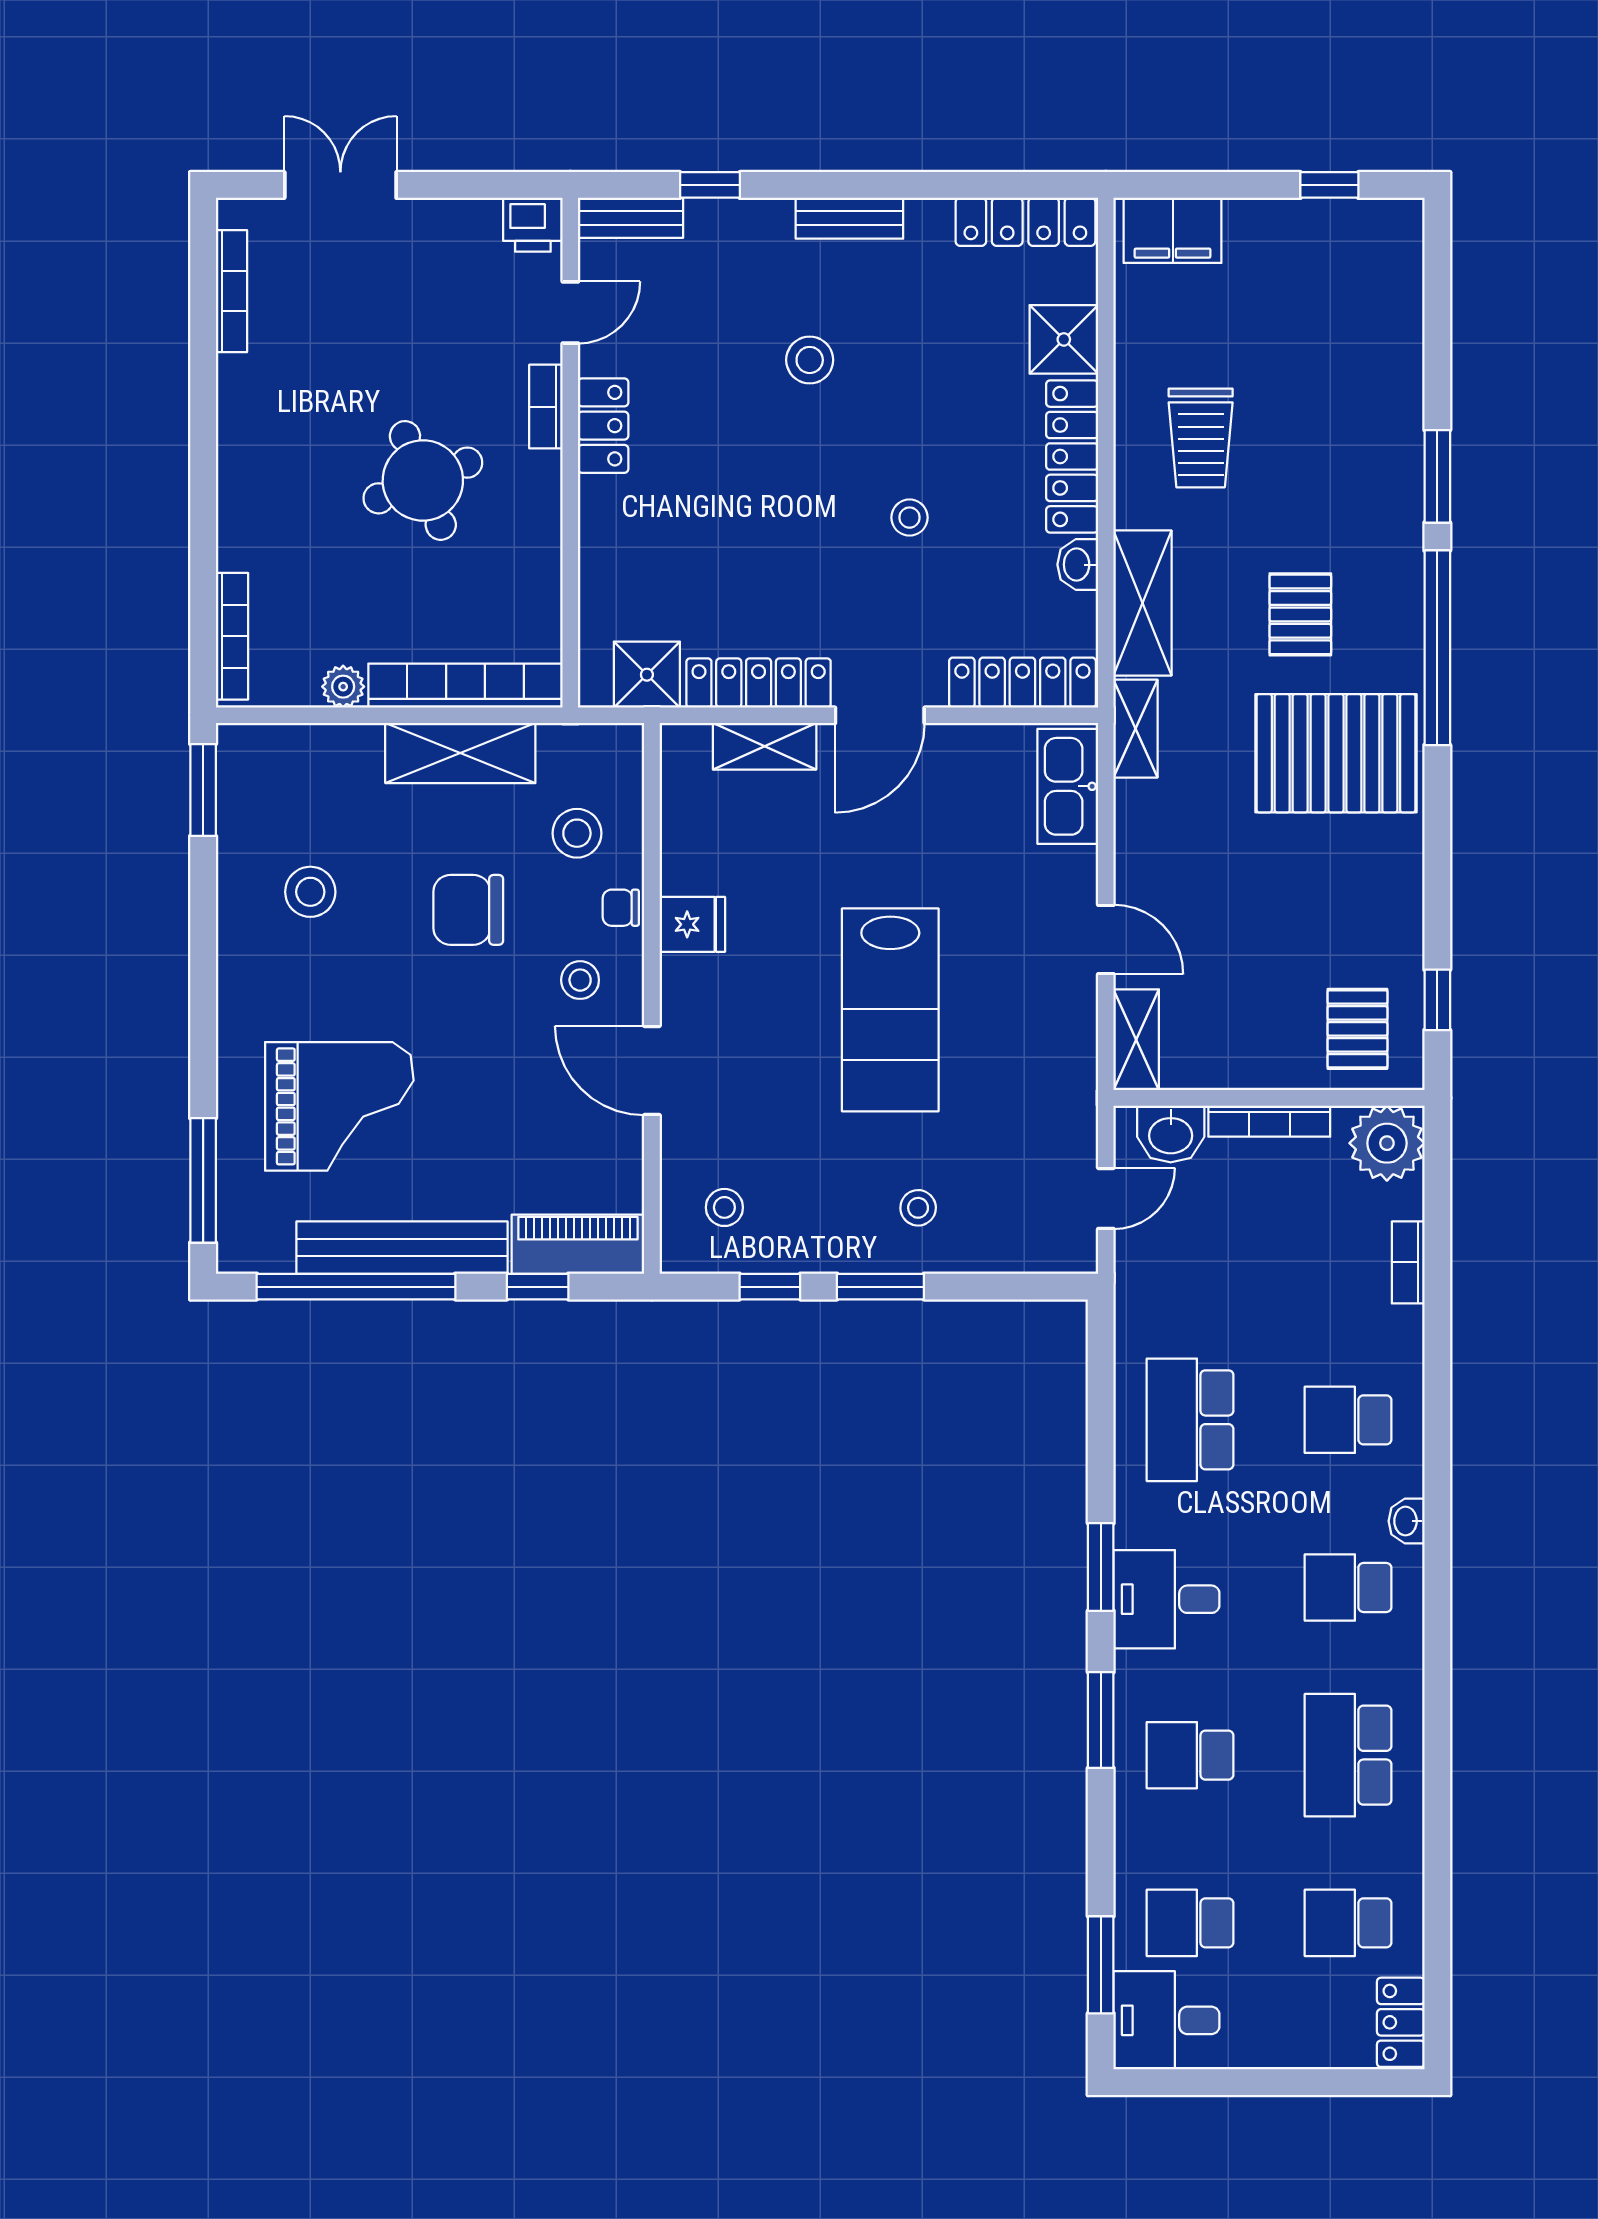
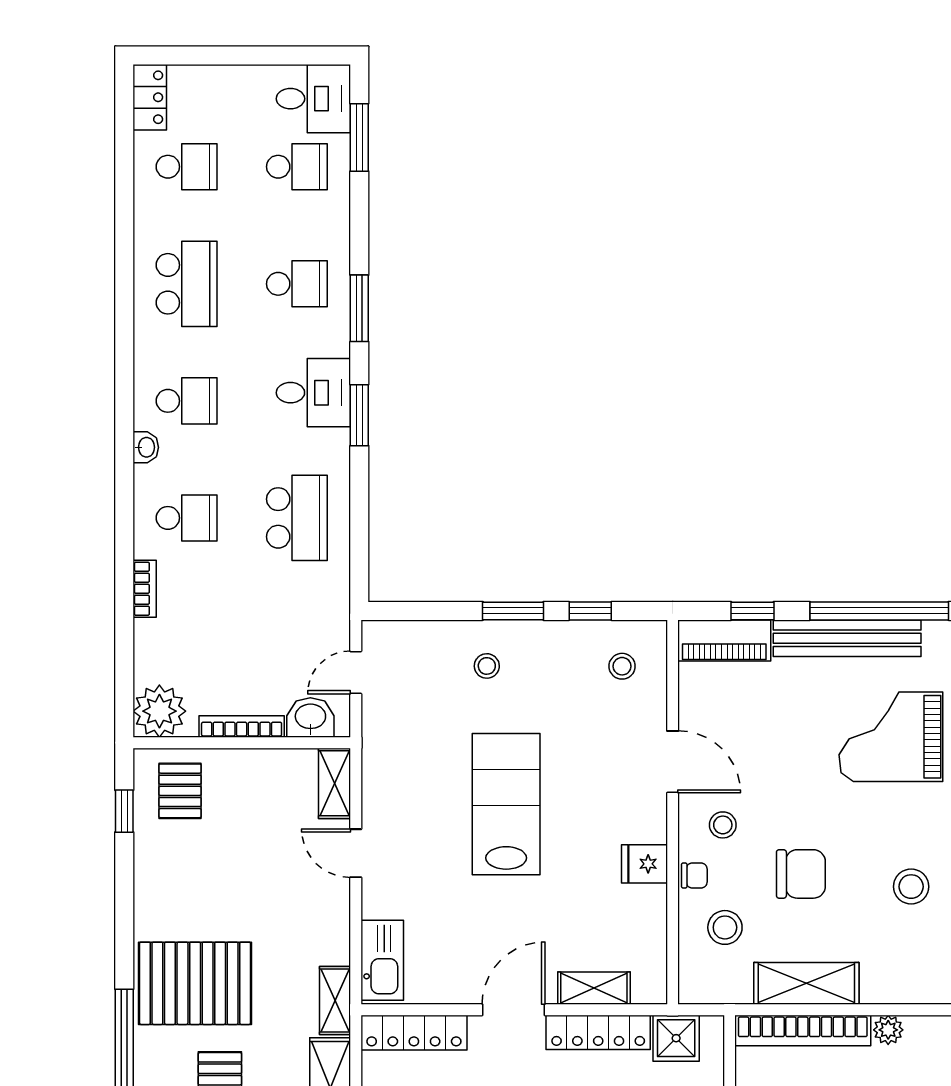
bookcase: (1408, 1262) -> (145, 589), moved

